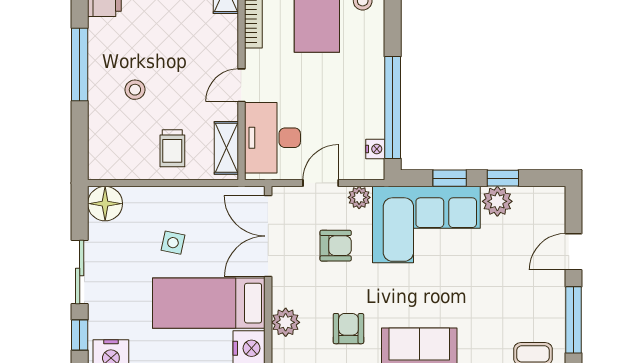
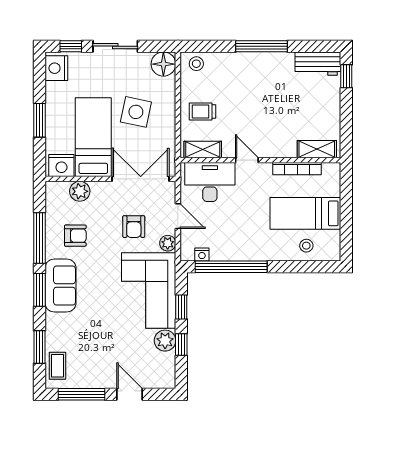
stool: (135, 90) -> (196, 64), moved
side table: (173, 243) -> (136, 112), width x1.87, depth x1.87

